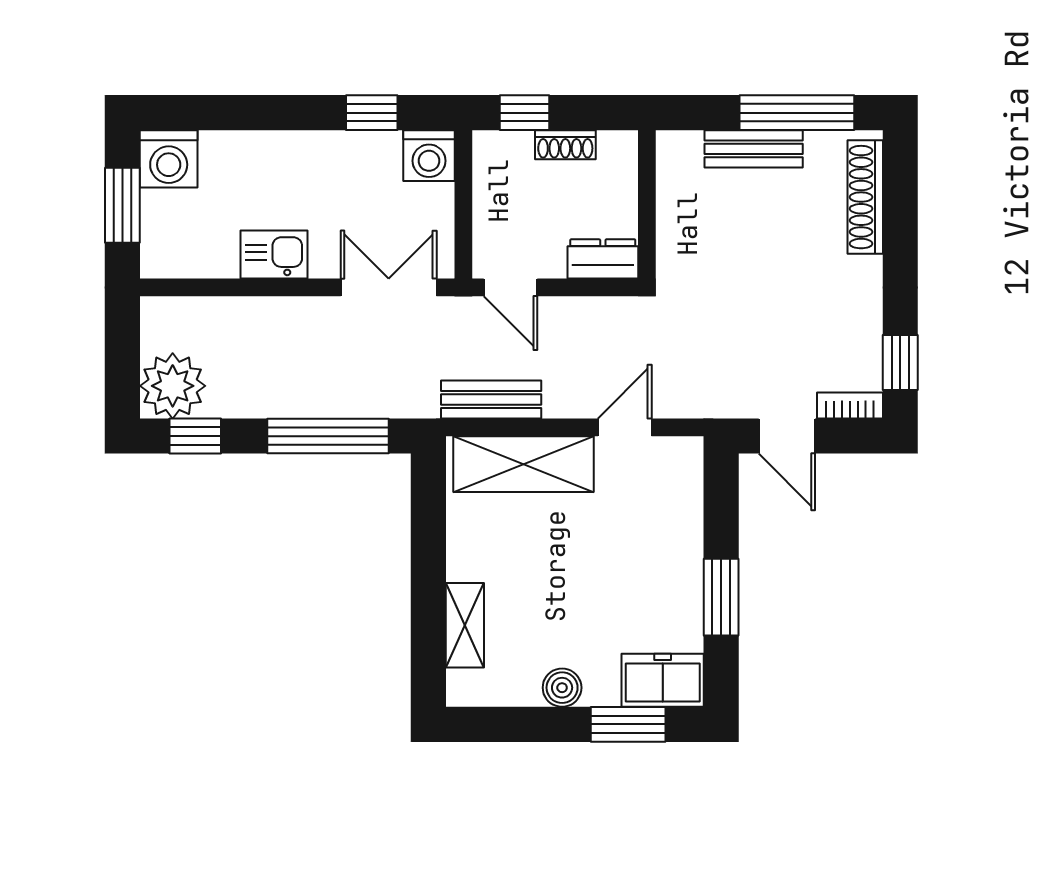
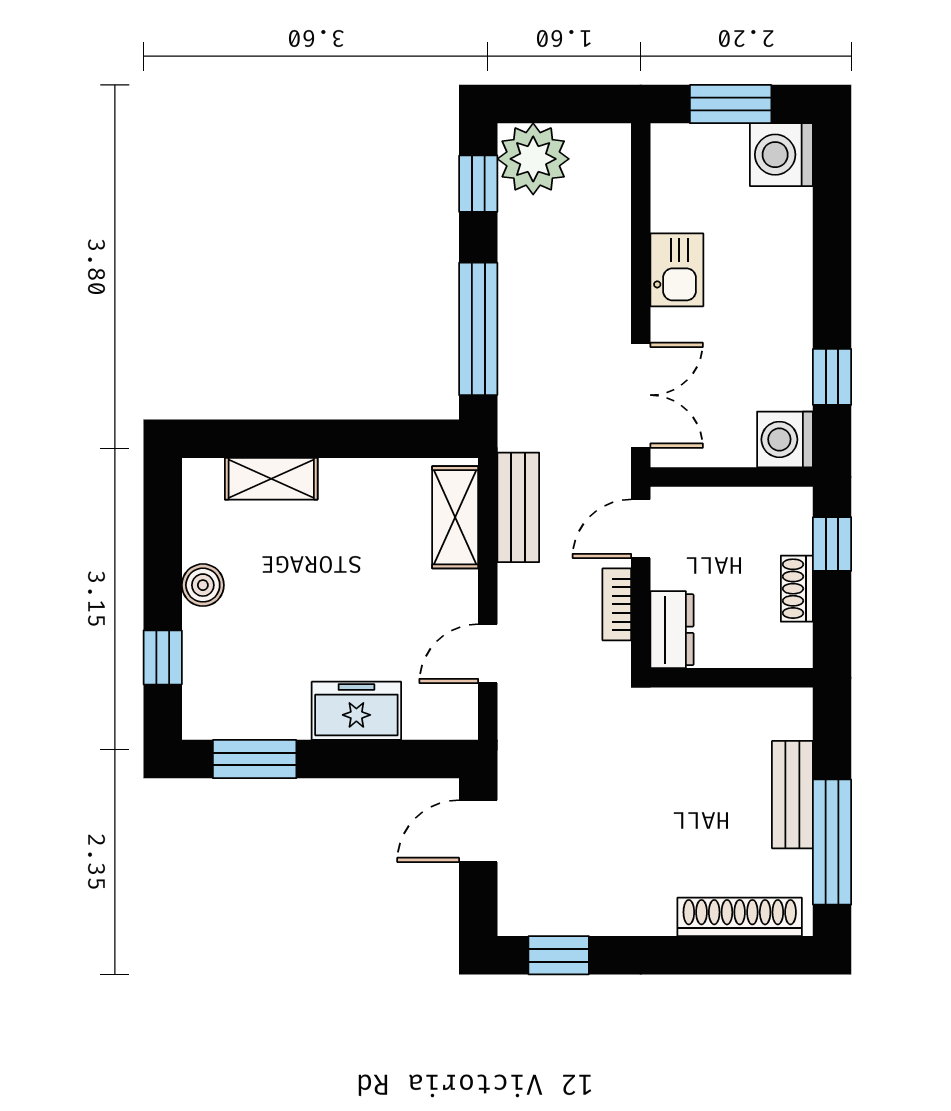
bookcase: (850, 405) -> (617, 604), moved, turned 180
door: (625, 427) -> (488, 654), swing flipped
shelving: (523, 464) -> (455, 517), width x0.67, depth x0.75
window: (721, 597) -> (255, 759), moved
freezer: (663, 680) -> (356, 711), moved, turned -90
window: (628, 724) -> (163, 657), width x0.67

